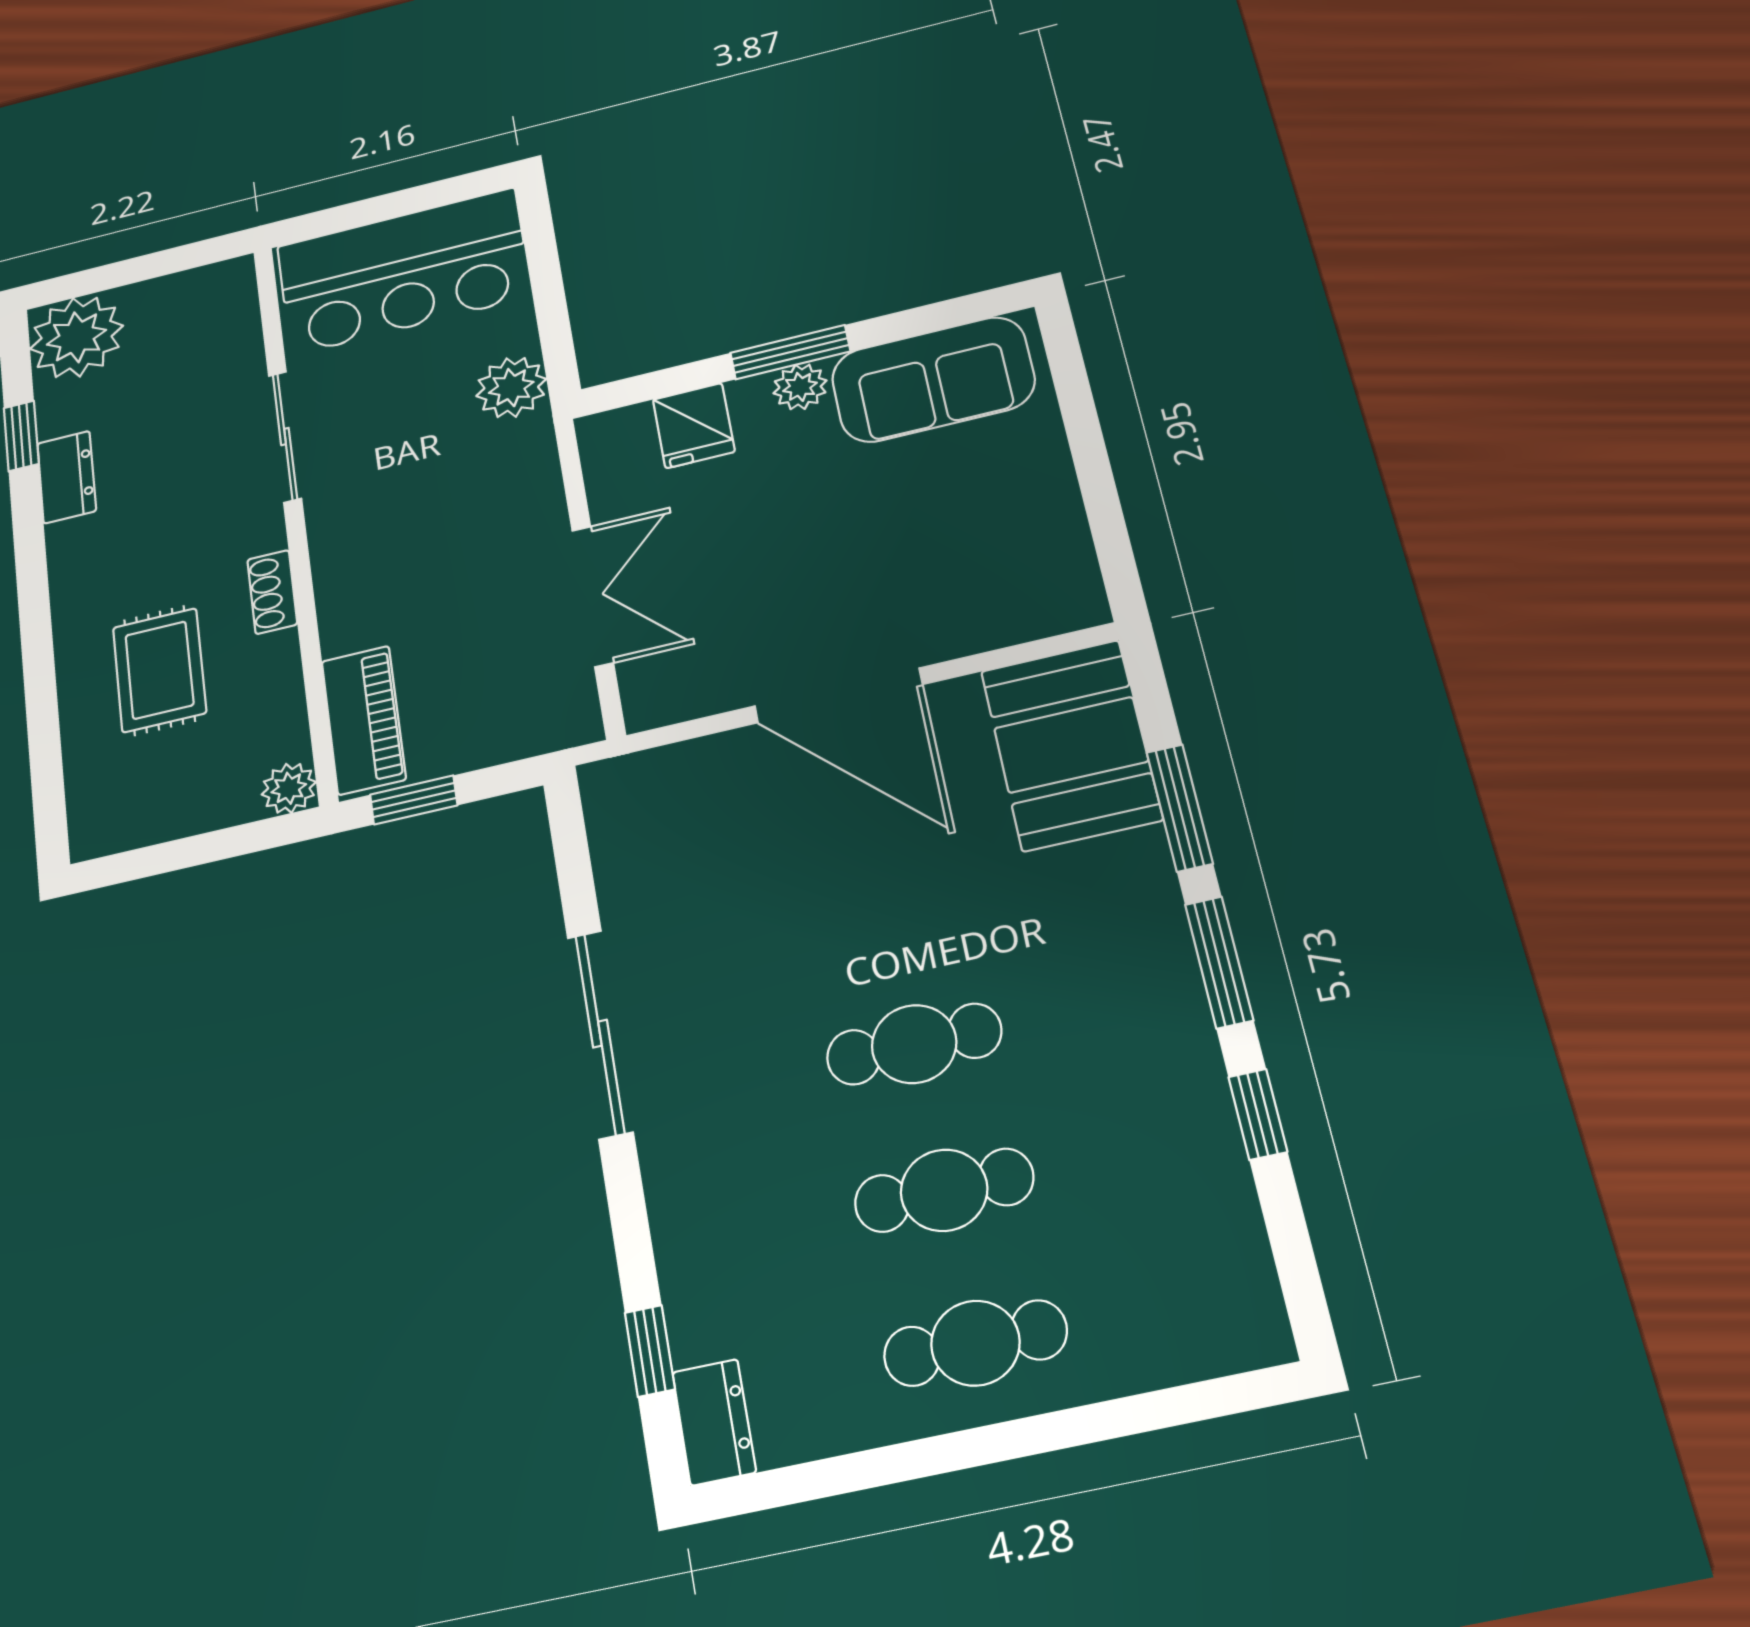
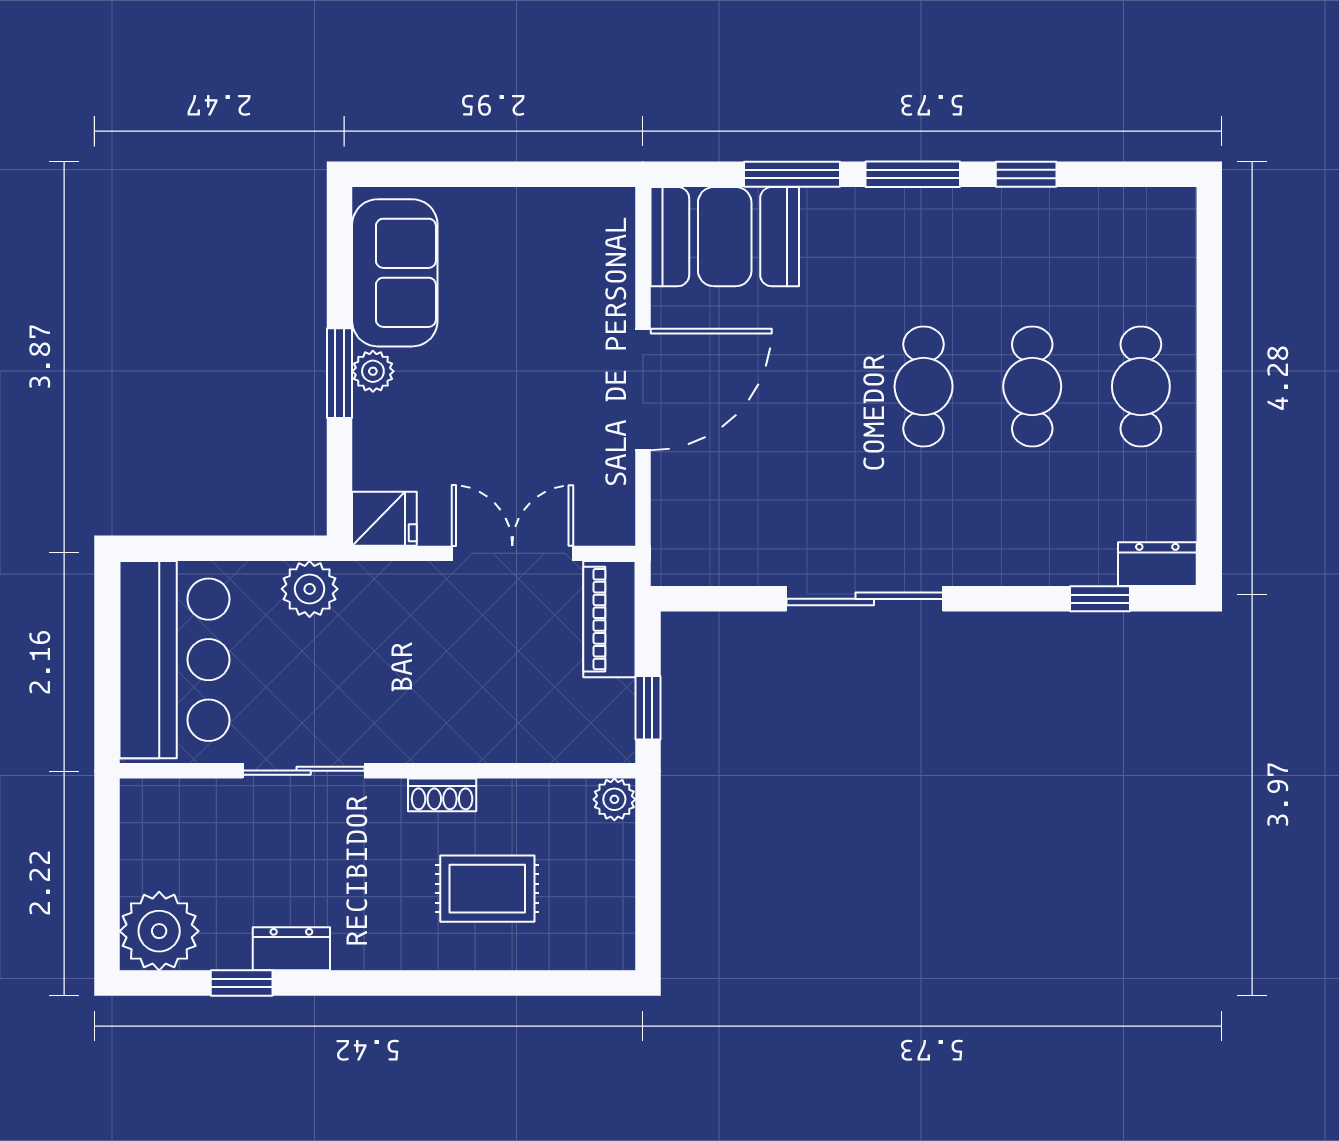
fridge: (694, 426) -> (384, 519), moved
piano: (364, 720) -> (609, 619), moved, turned -90

